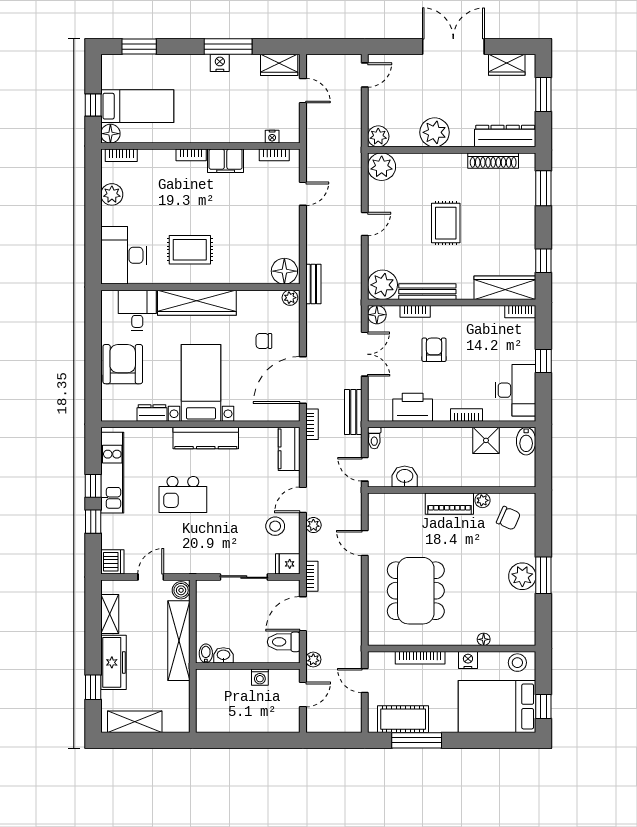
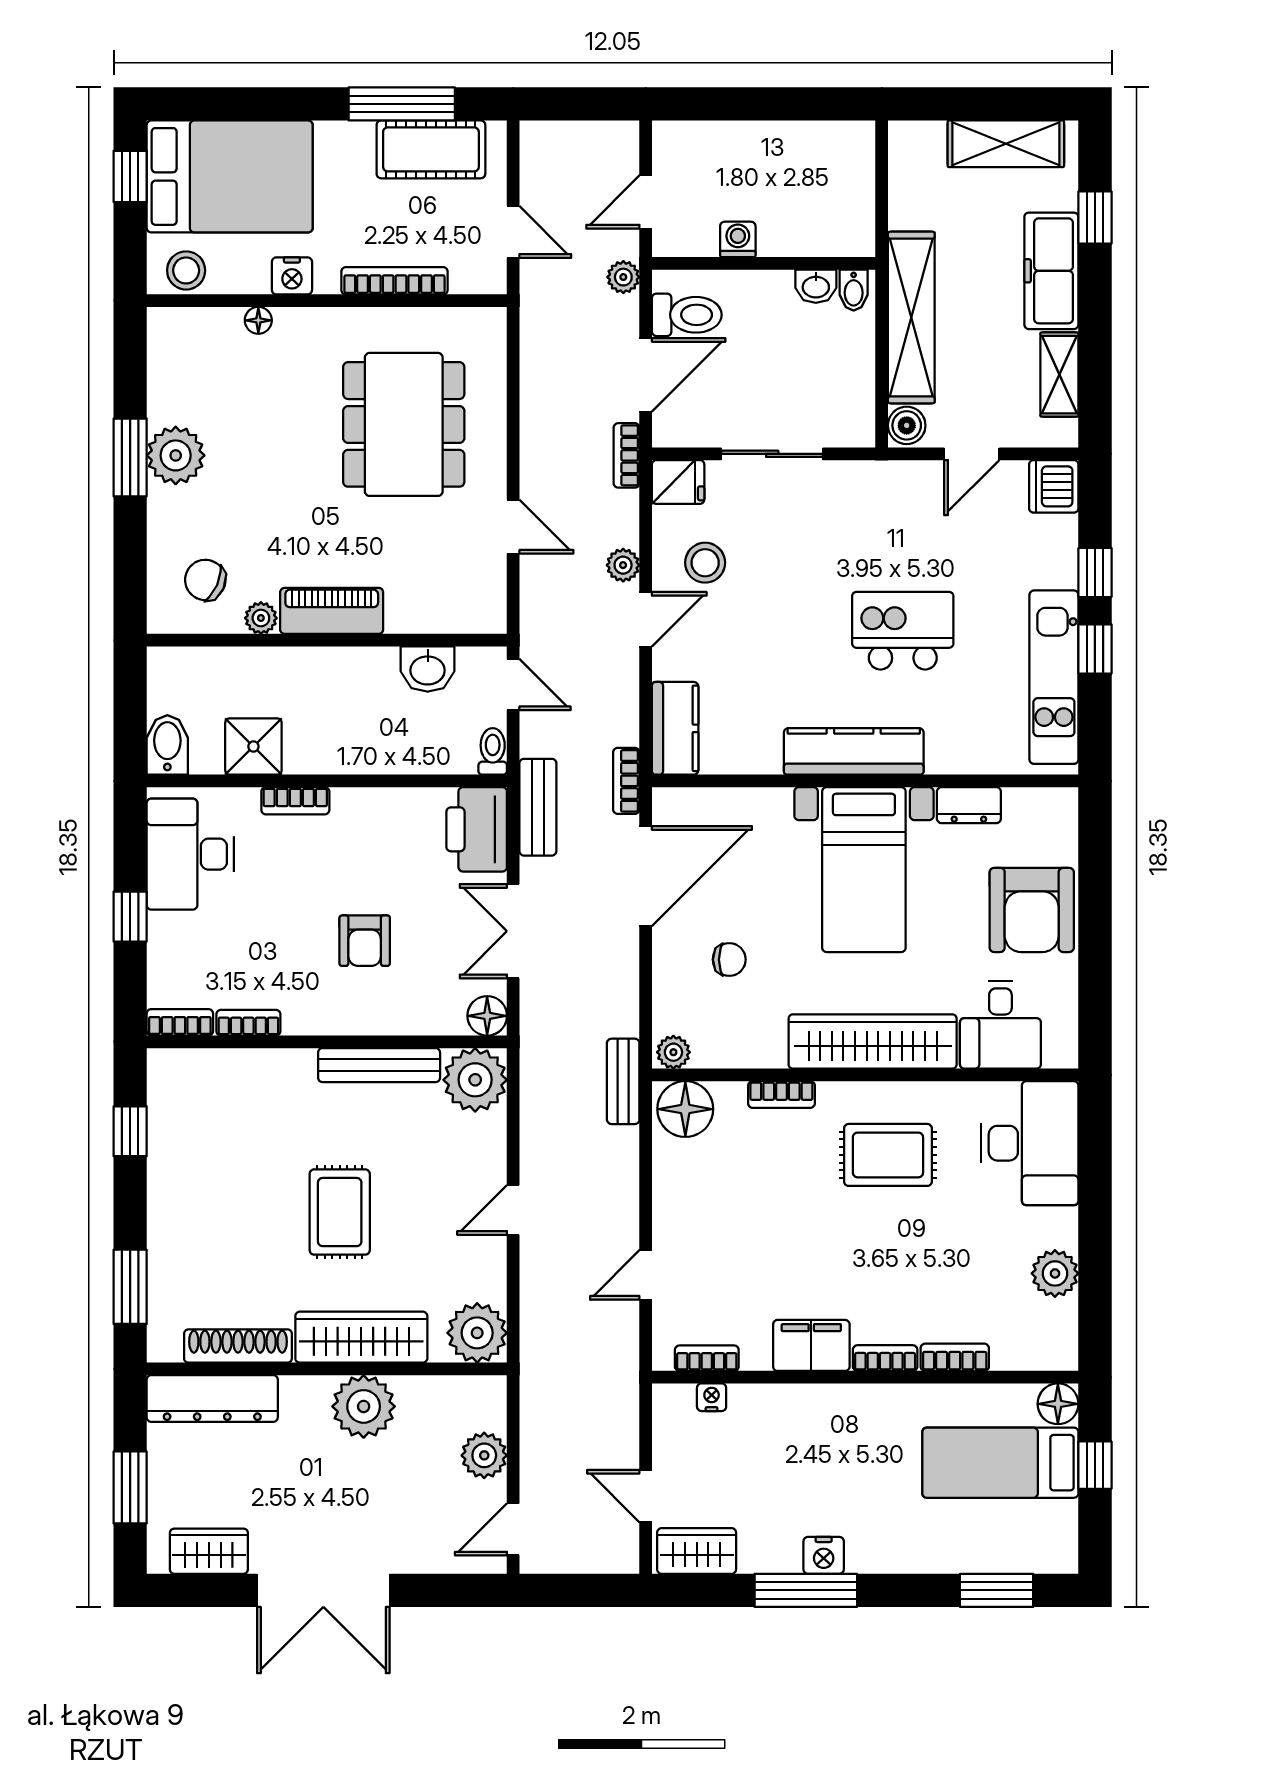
plant: (378, 136) -> (484, 1455), moved
bookcase: (121, 155) -> (955, 1357), moved
bookcase: (239, 278) -> (781, 1094), added
wardrobe: (505, 288) -> (361, 1337), moved, turned 180
bookcase: (415, 311) -> (248, 1023), moved
printer: (413, 407) -> (477, 829), moved, turned 90

